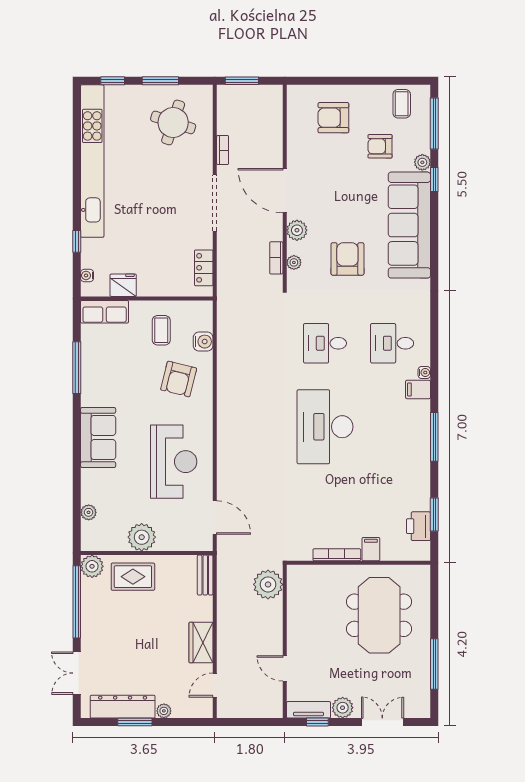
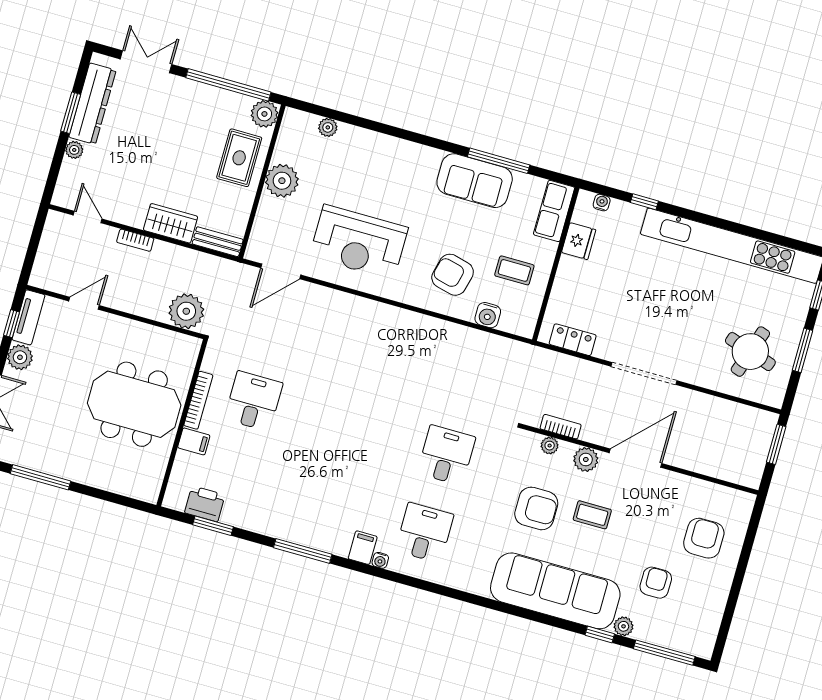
coffee table: (402, 104) -> (592, 515), moved
bookcase: (223, 150) -> (135, 240), moved
desk: (325, 427) -> (254, 401), moved, width x0.53, depth x0.77
sofa: (98, 438) -> (475, 181), moved
meeting table: (379, 615) -> (134, 404), moved
wardrobe: (201, 642) -> (171, 223), moved

